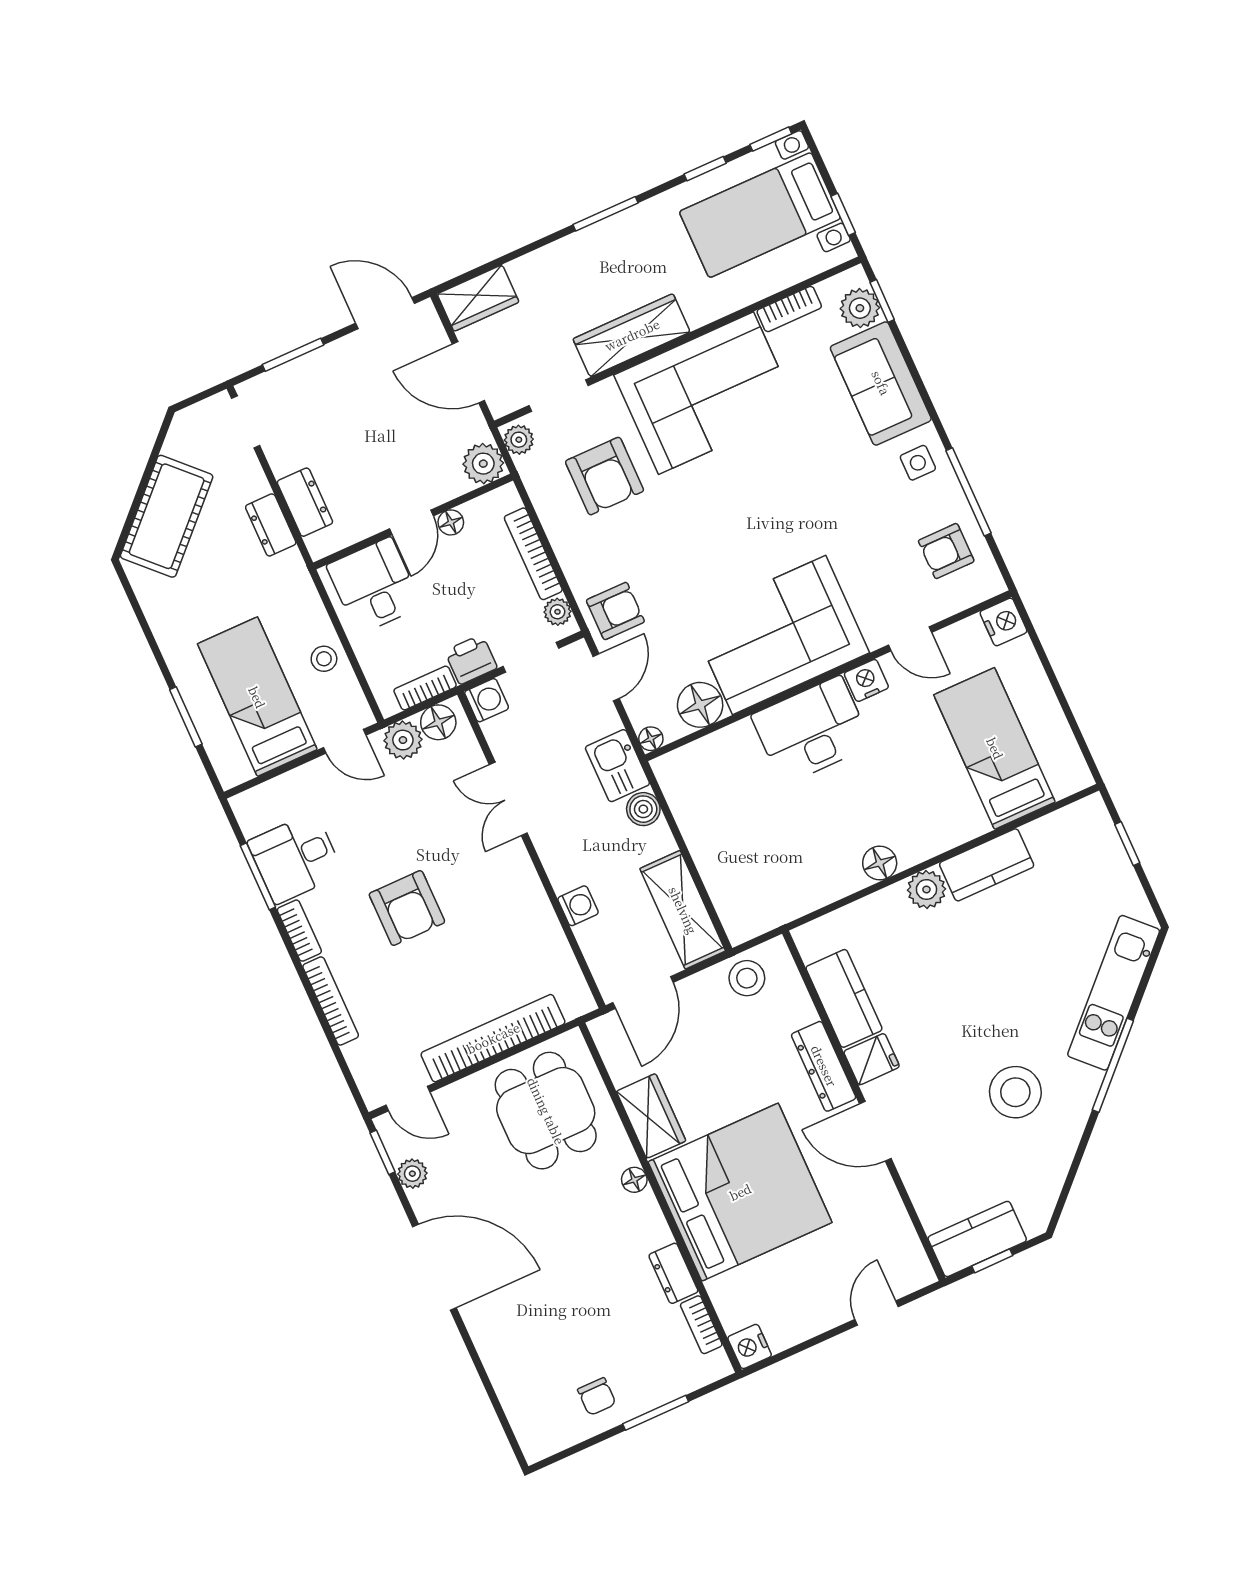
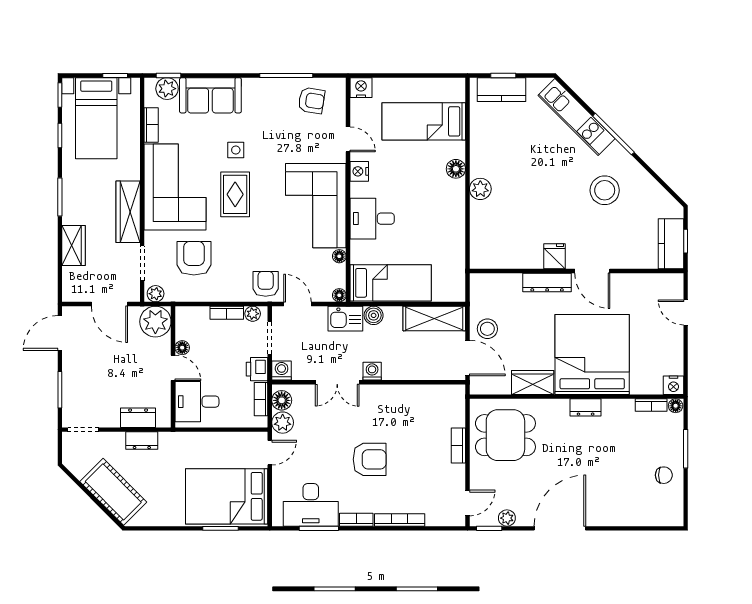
wardrobe: (478, 298) -> (74, 246), moved
door: (468, 372) -> (109, 304), hinge flipped
side table: (918, 463) -> (236, 150), moved
plant: (483, 464) -> (155, 322), width x1.36, depth x1.36
armchair: (605, 476) -> (194, 258), turned -90
rug: (738, 496) -> (235, 194), added
armchair: (946, 551) -> (311, 101), turned -81
bookcase: (533, 554) -> (227, 313), width x0.64
door: (910, 639) -> (348, 139), hinge flipped
stool: (324, 659) -> (223, 444), removed
bed: (257, 697) -> (227, 496), width x1.50
floor lamp: (700, 705) -> (339, 256), width x0.53, depth x0.53
desk: (811, 730) -> (372, 219), width x0.73
bed: (708, 813) -> (391, 283), added
desk: (295, 858) -> (311, 505), width x1.37
floor lamp: (880, 863) -> (456, 169), moved
kitchen counter: (987, 865) -> (501, 90), moved, turned 90
washing machine: (578, 906) -> (372, 371), moved
stool: (747, 978) -> (487, 329), moved
kitchen counter: (844, 998) -> (517, 256), removed
bookcase: (493, 1038) -> (458, 445), width x0.43, depth x0.76
door: (875, 1131) -> (592, 271), hinge flipped
floor lamp: (634, 1180) -> (676, 406), moved
dresser: (673, 1273) -> (586, 407), moved

